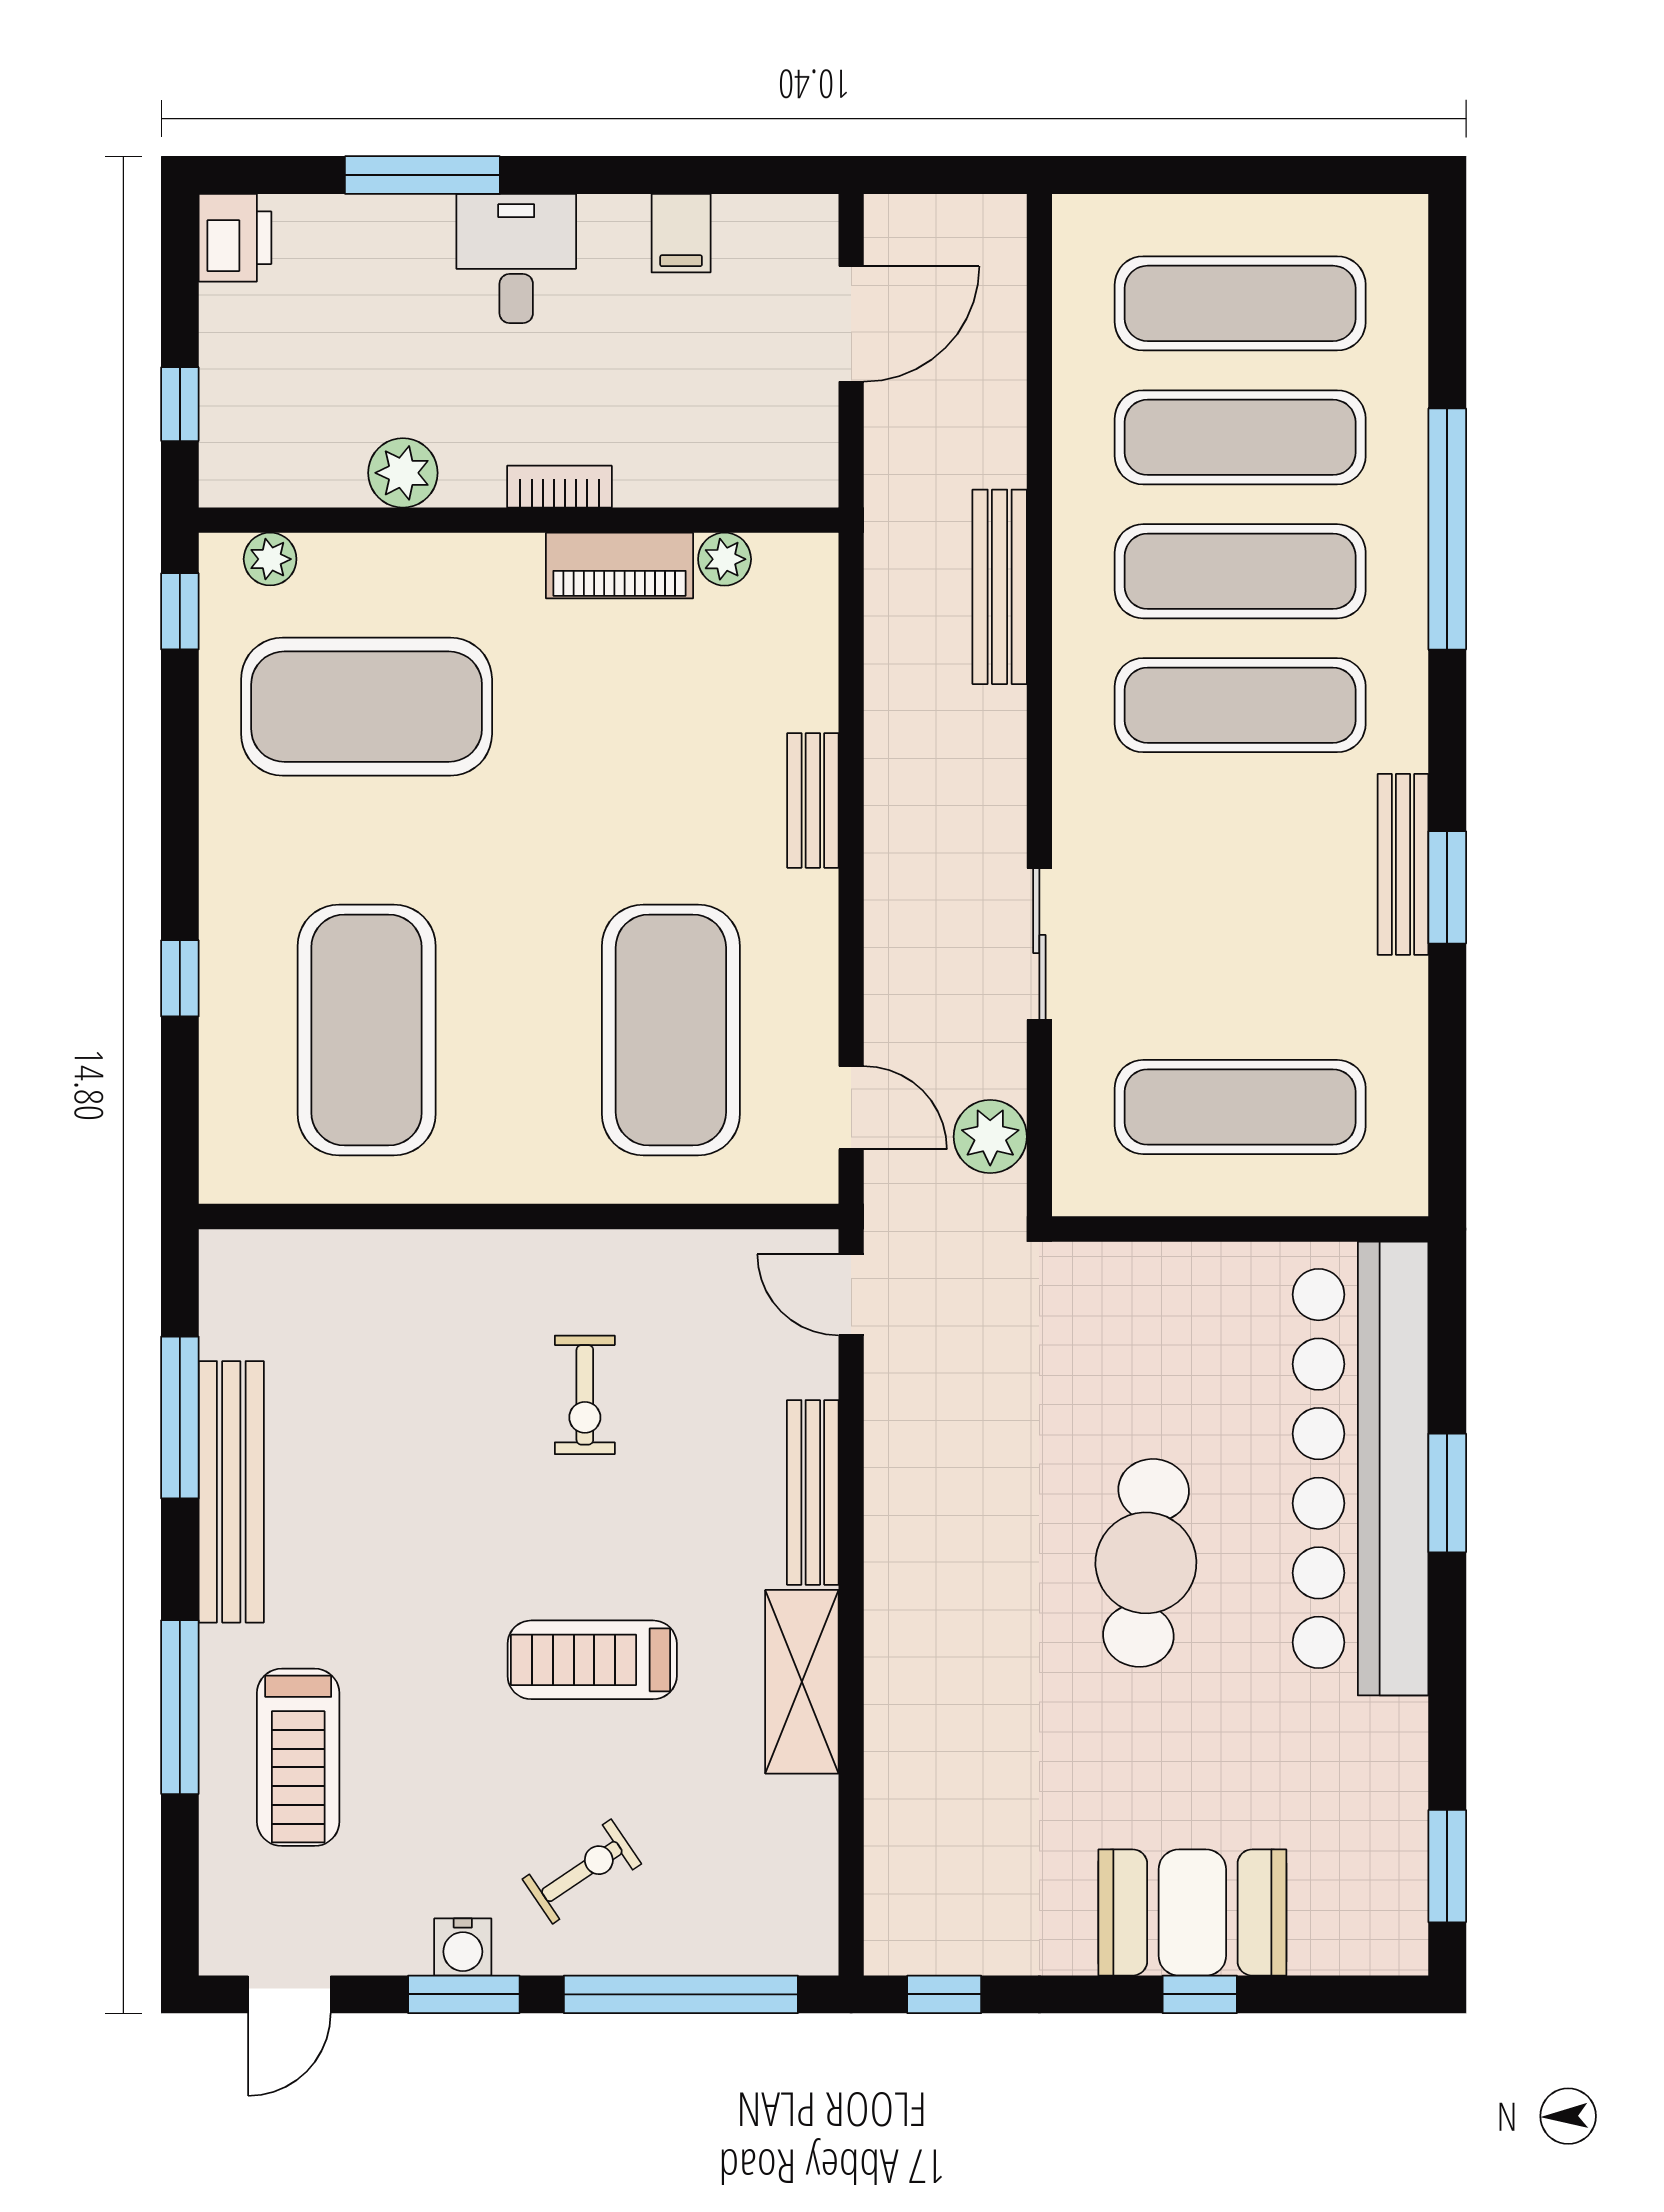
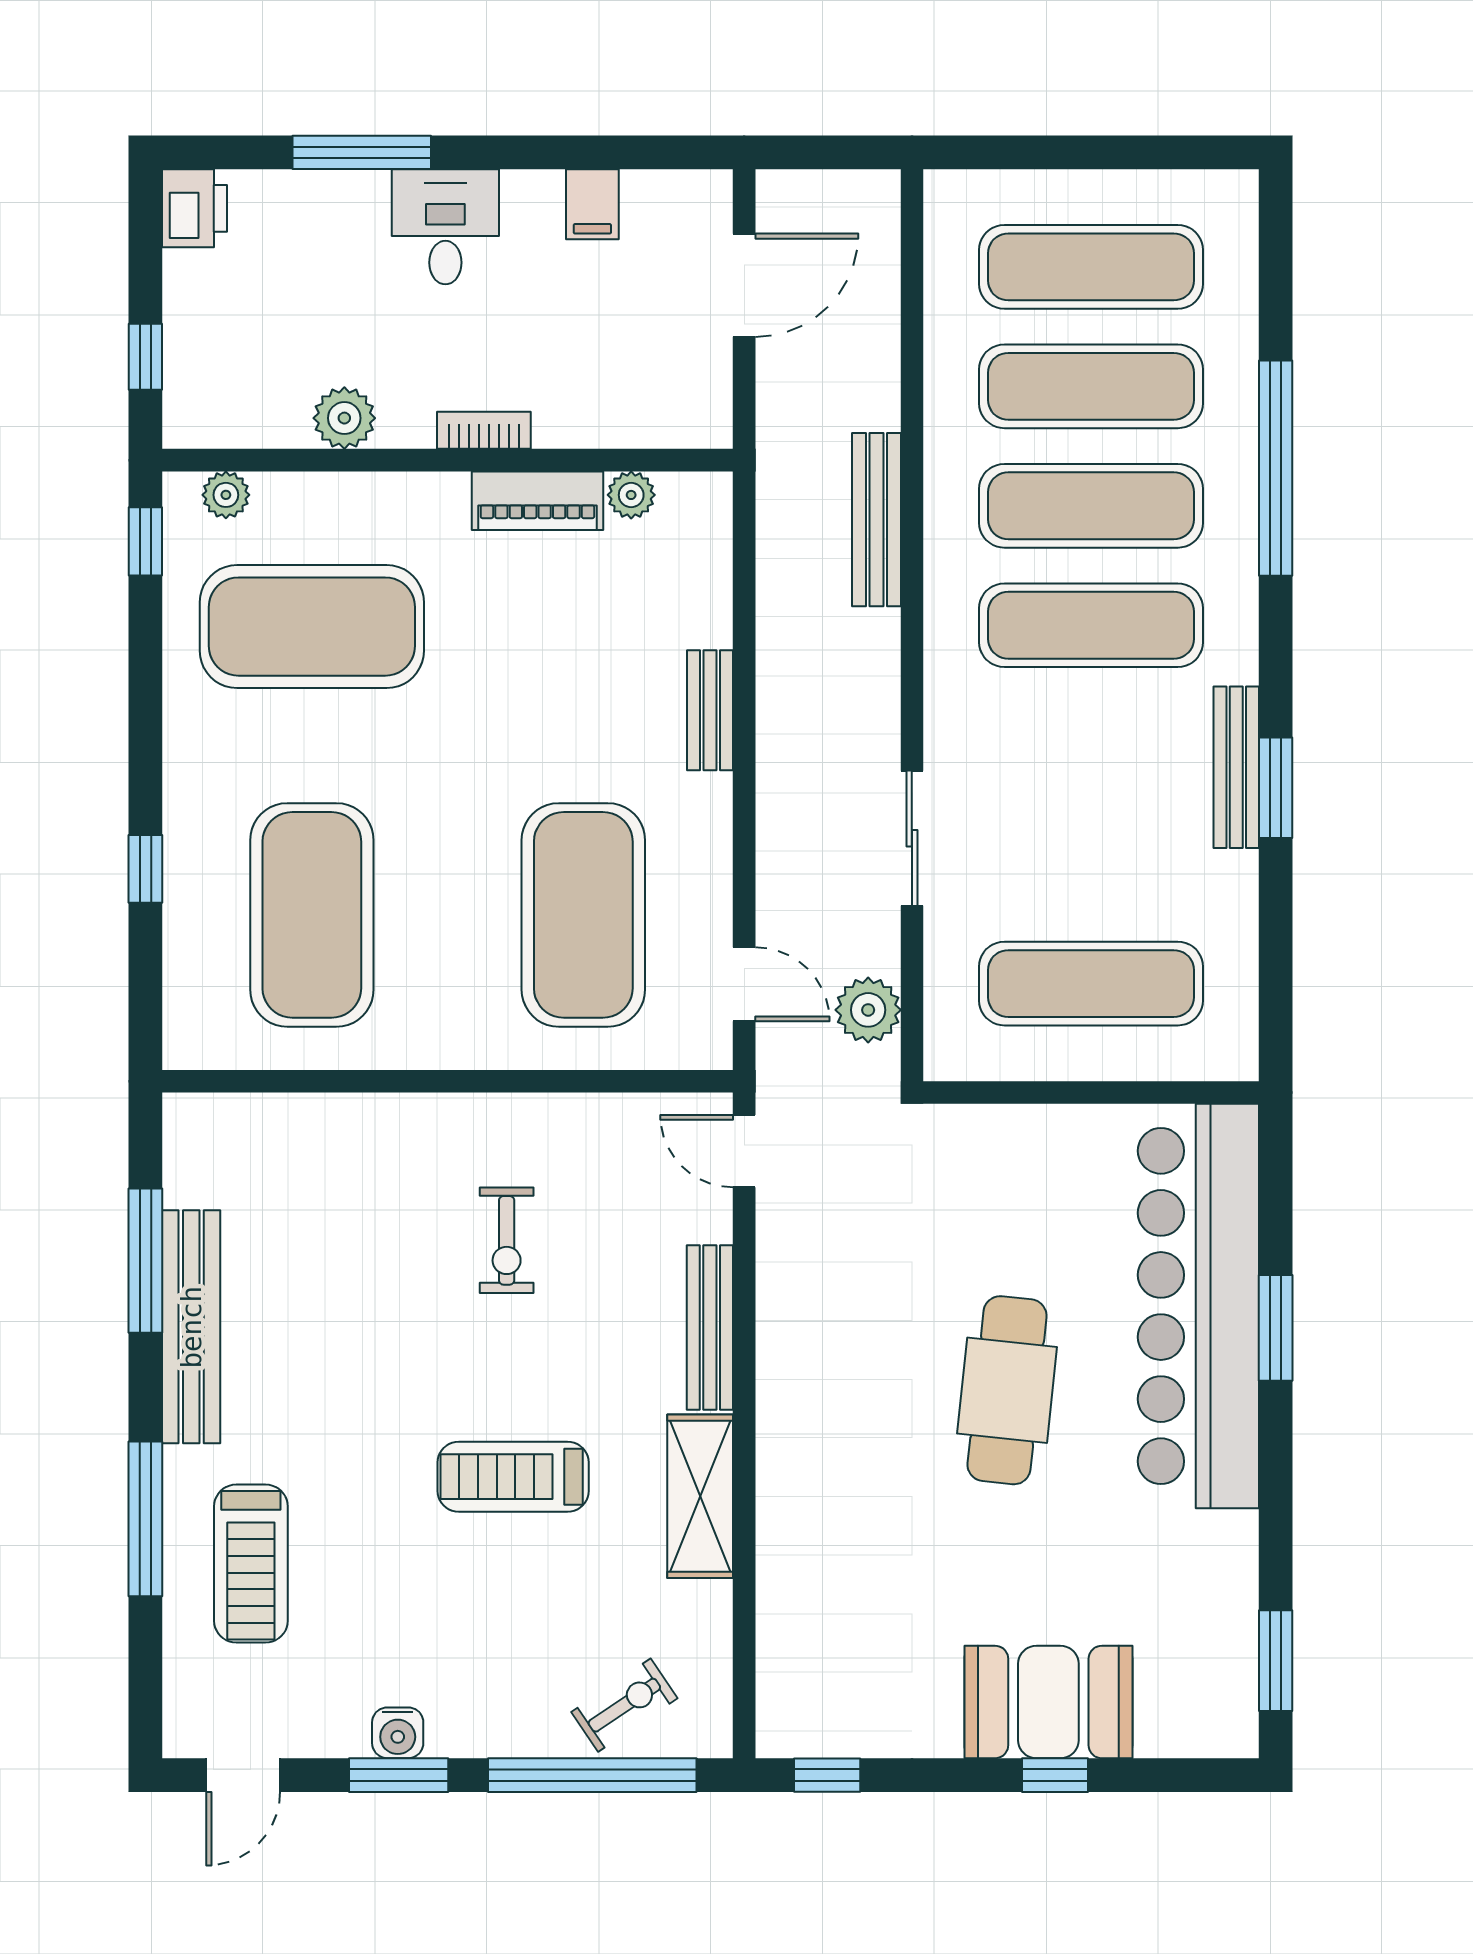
exercise bike: (582, 1871) -> (624, 1705), moved

